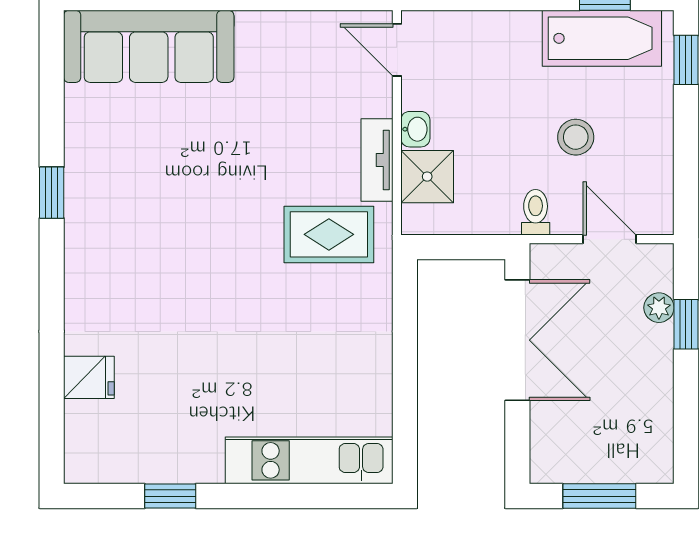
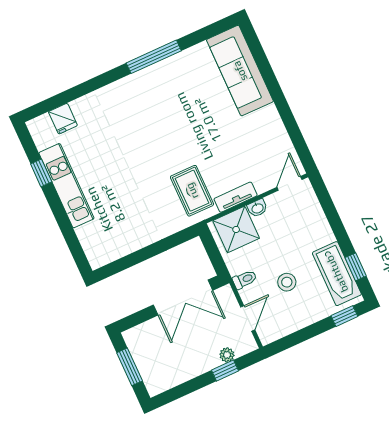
shower: (427, 177) -> (236, 229), width x1.36, depth x1.36
window: (52, 193) -> (154, 57), width x2.17
fridge: (89, 377) -> (63, 119), moved
kitchen unit: (309, 460) -> (66, 186), moved

